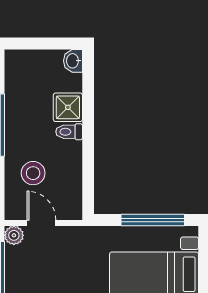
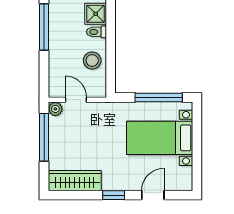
stool: (33, 173) -> (92, 60), moved

